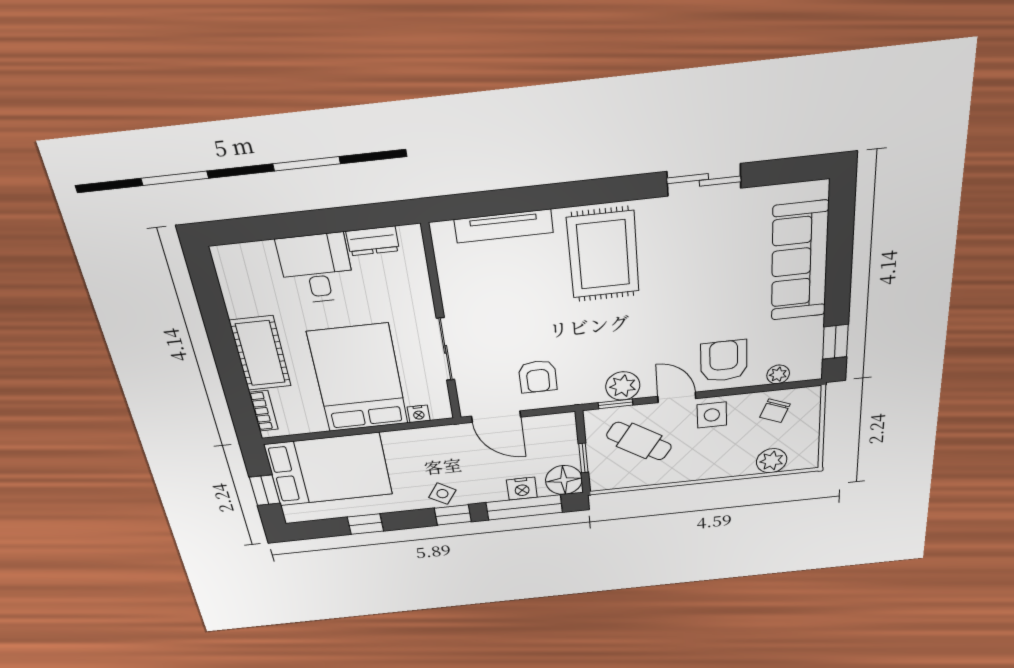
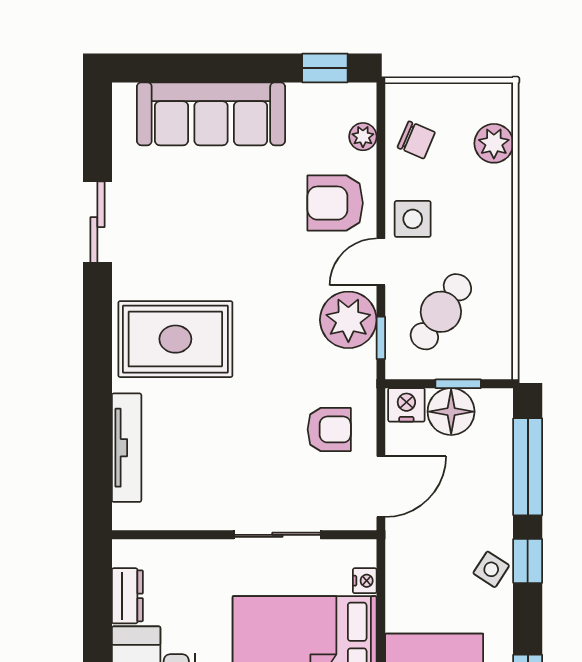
plant: (623, 386) -> (348, 320), width x1.36, depth x1.36
floor lamp: (564, 480) -> (451, 412), moved
nightstand: (522, 489) -> (406, 405), moved, turned -90

